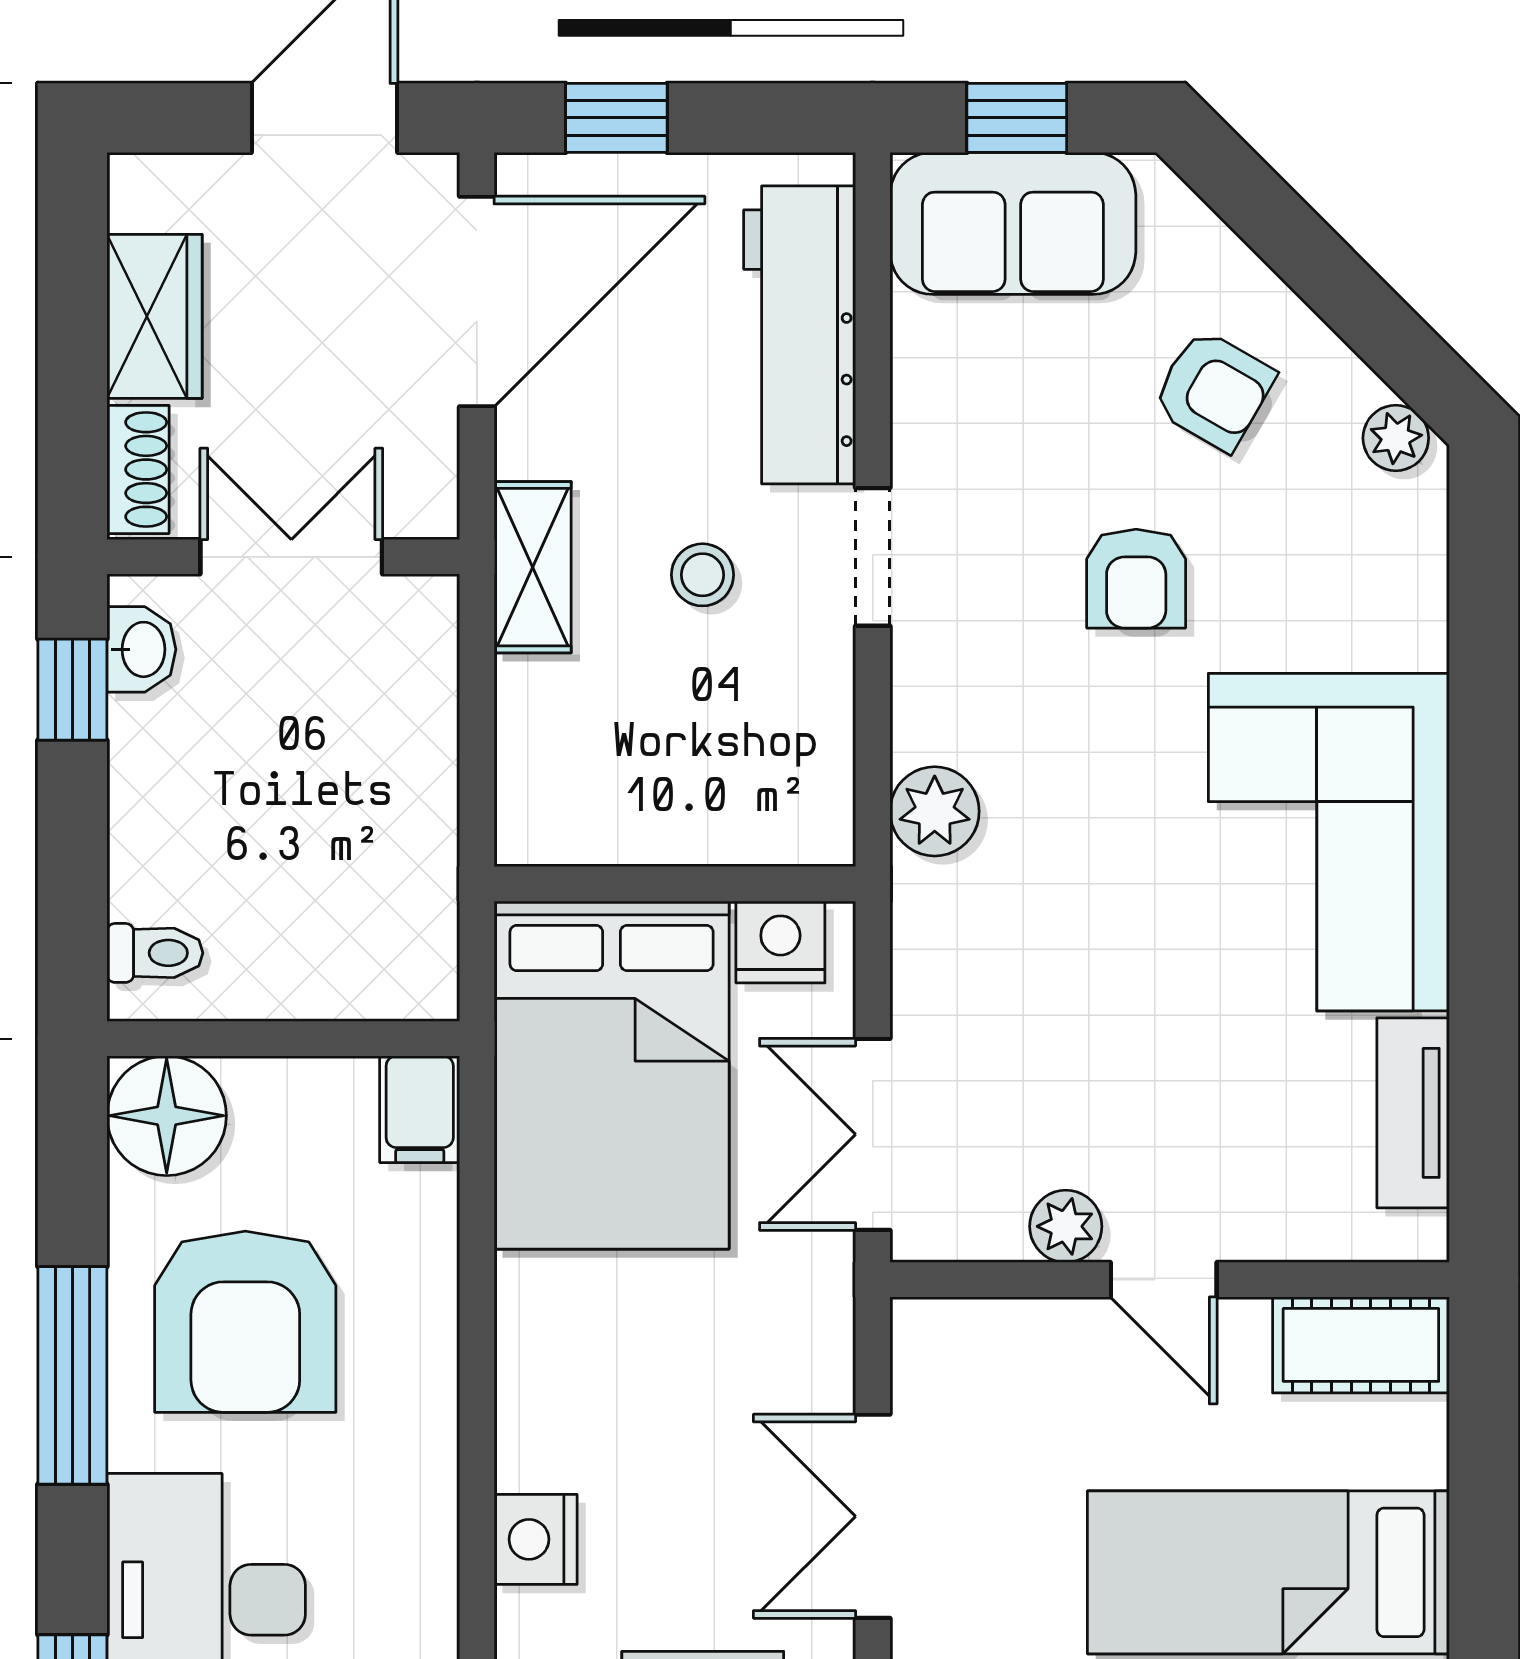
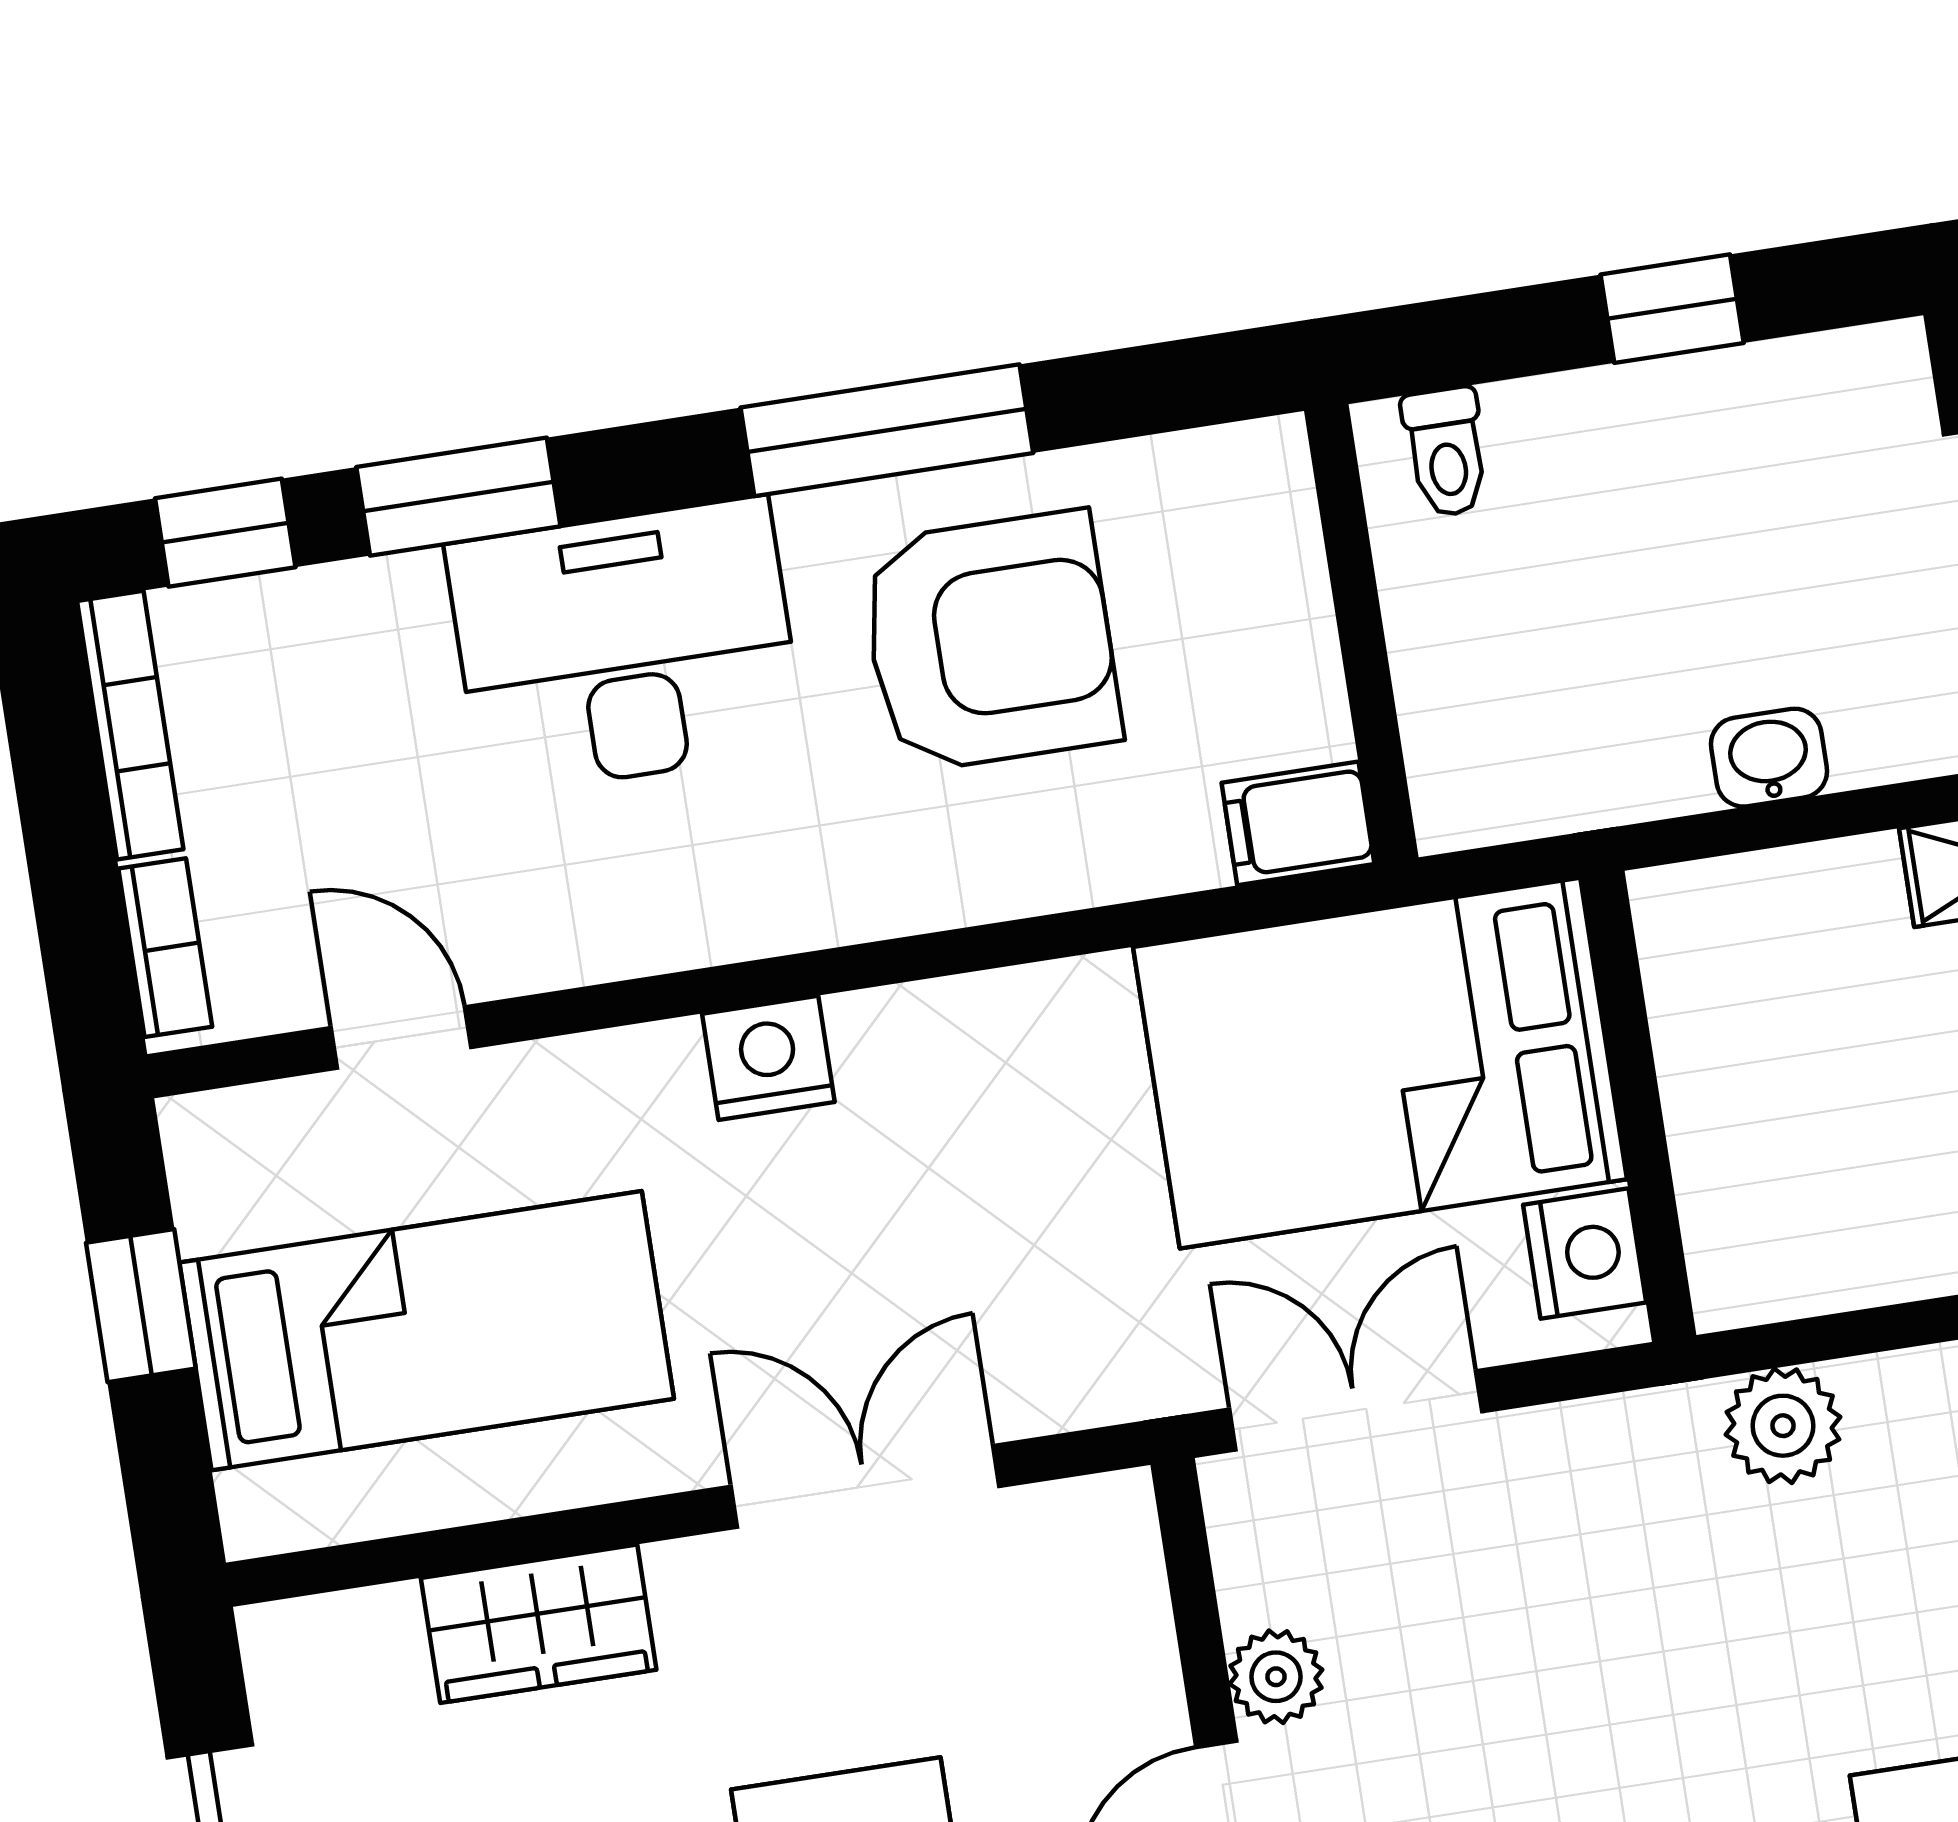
washbasin: (141, 649) -> (1769, 758), moved, turned 180
window: (72, 690) -> (1672, 309), moved
floor lamp: (167, 1116) -> (1239, 500), removed
armchair: (245, 1322) -> (990, 642), turned 180

